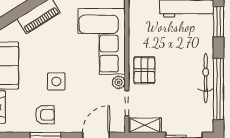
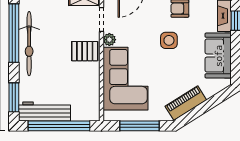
pallet: (144, 70) -> (85, 51), turned 90
bicycle: (206, 78) -> (29, 44), width x1.37, depth x1.40

